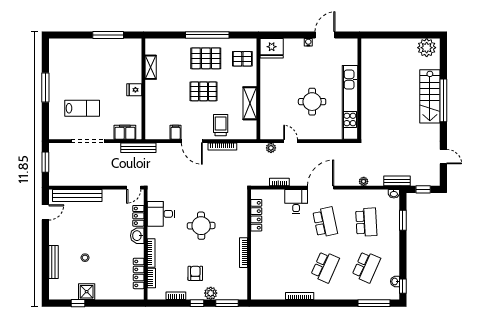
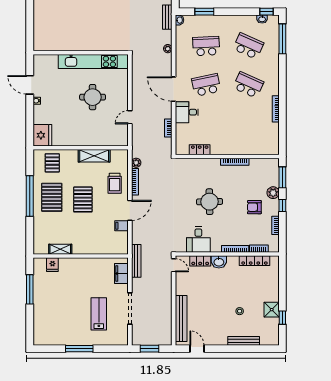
fridge: (134, 90) -> (52, 265), moved
trolley: (221, 125) -> (115, 183), turned -90
plant: (271, 148) -> (136, 163), moved
locker: (256, 215) -> (200, 150), width x0.66

